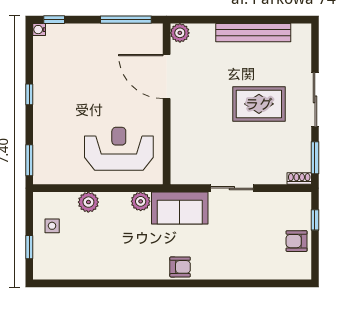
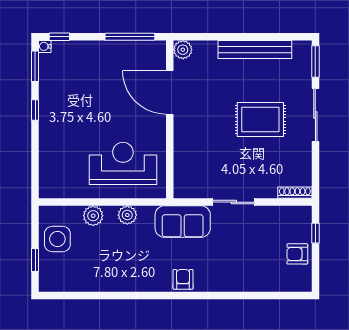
window: (315, 158) -> (315, 62), moved
window: (29, 160) -> (35, 66), moved
shoe rack: (299, 179) -> (295, 193), width x1.43
plant: (141, 201) -> (127, 215), moved
side table: (52, 226) -> (57, 239), width x1.87, depth x1.87
armchair: (180, 267) -> (183, 279), turned -90

